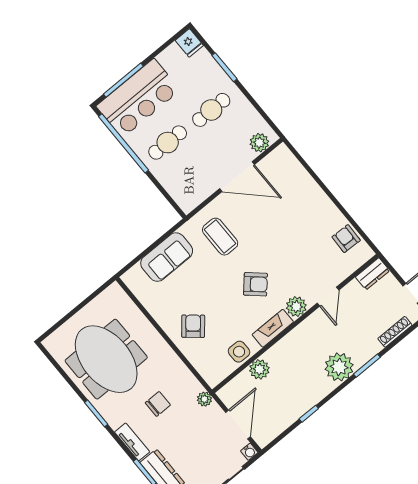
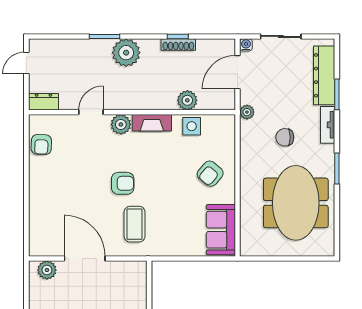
sofa: (167, 257) -> (221, 230), moved, turned -90
armchair: (255, 284) -> (123, 183), moved, turned 138
shoe rack: (395, 332) -> (178, 44), moved

